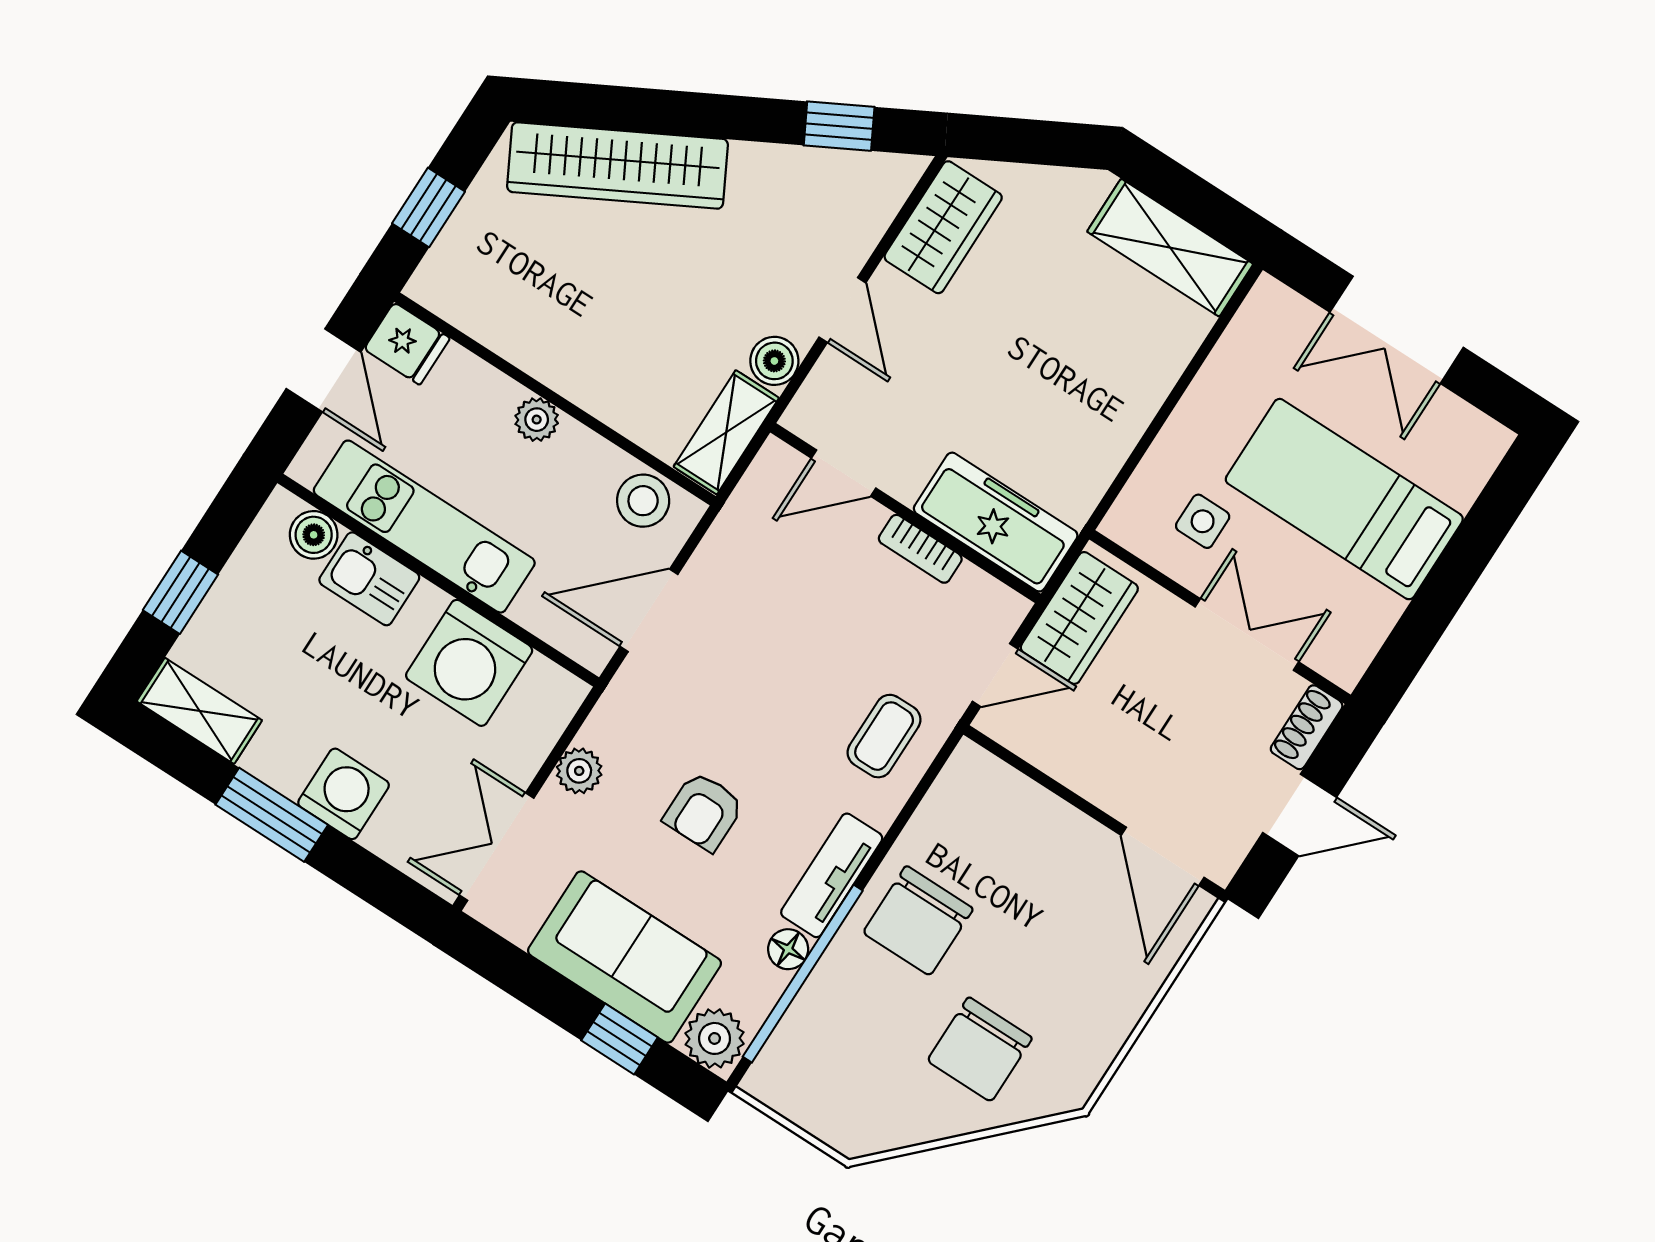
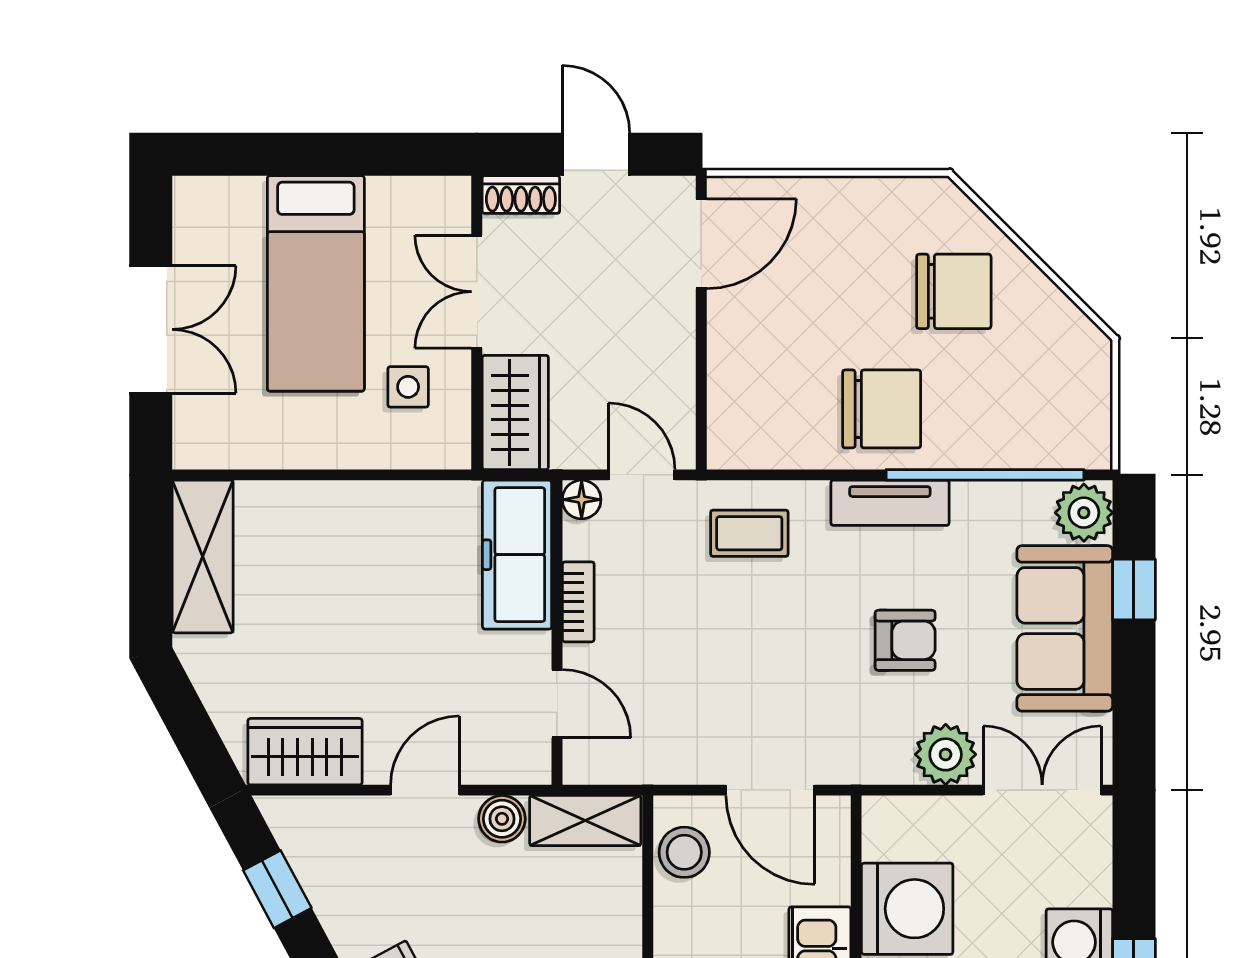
wardrobe: (1079, 618) -> (515, 412), moved, turned 90
plant: (579, 771) -> (946, 754), width x1.38, depth x1.38
double door: (497, 847) -> (1042, 790), swing flipped
floor lamp: (788, 949) -> (582, 500), moved

